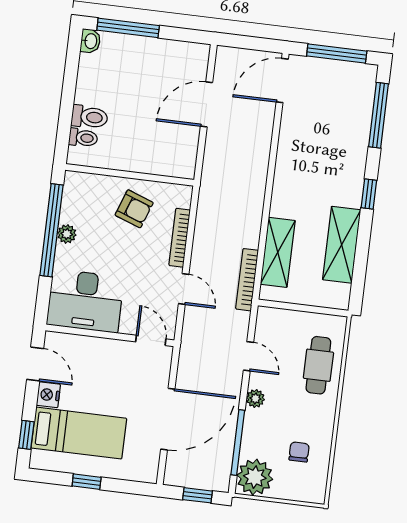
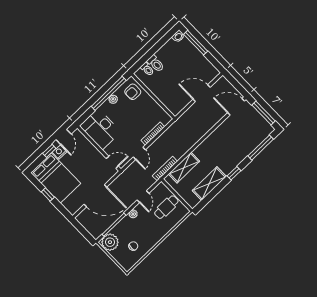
armchair: (134, 209) -> (133, 92), moved, turned 70
door: (151, 340) -> (112, 162), hinge flipped
cafe table: (318, 365) -> (166, 207), moved
bed: (79, 433) -> (56, 178), width x1.50
window: (26, 435) -> (49, 151), moved
window: (198, 495) -> (84, 232), removed

